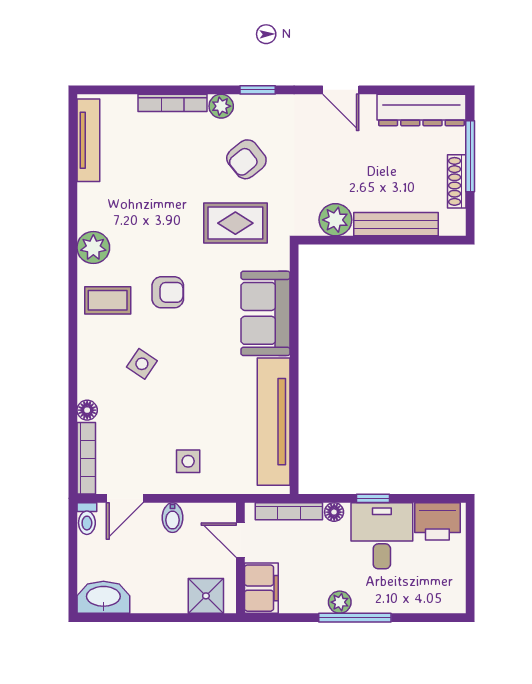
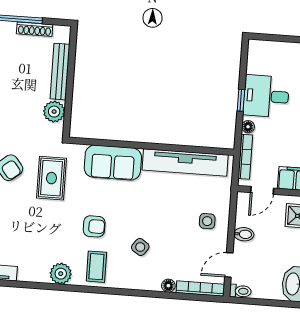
armchair: (168, 292) -> (94, 226), turned 90
door: (125, 498) -> (229, 265), swing flipped
printer: (437, 521) -> (259, 59), removed

